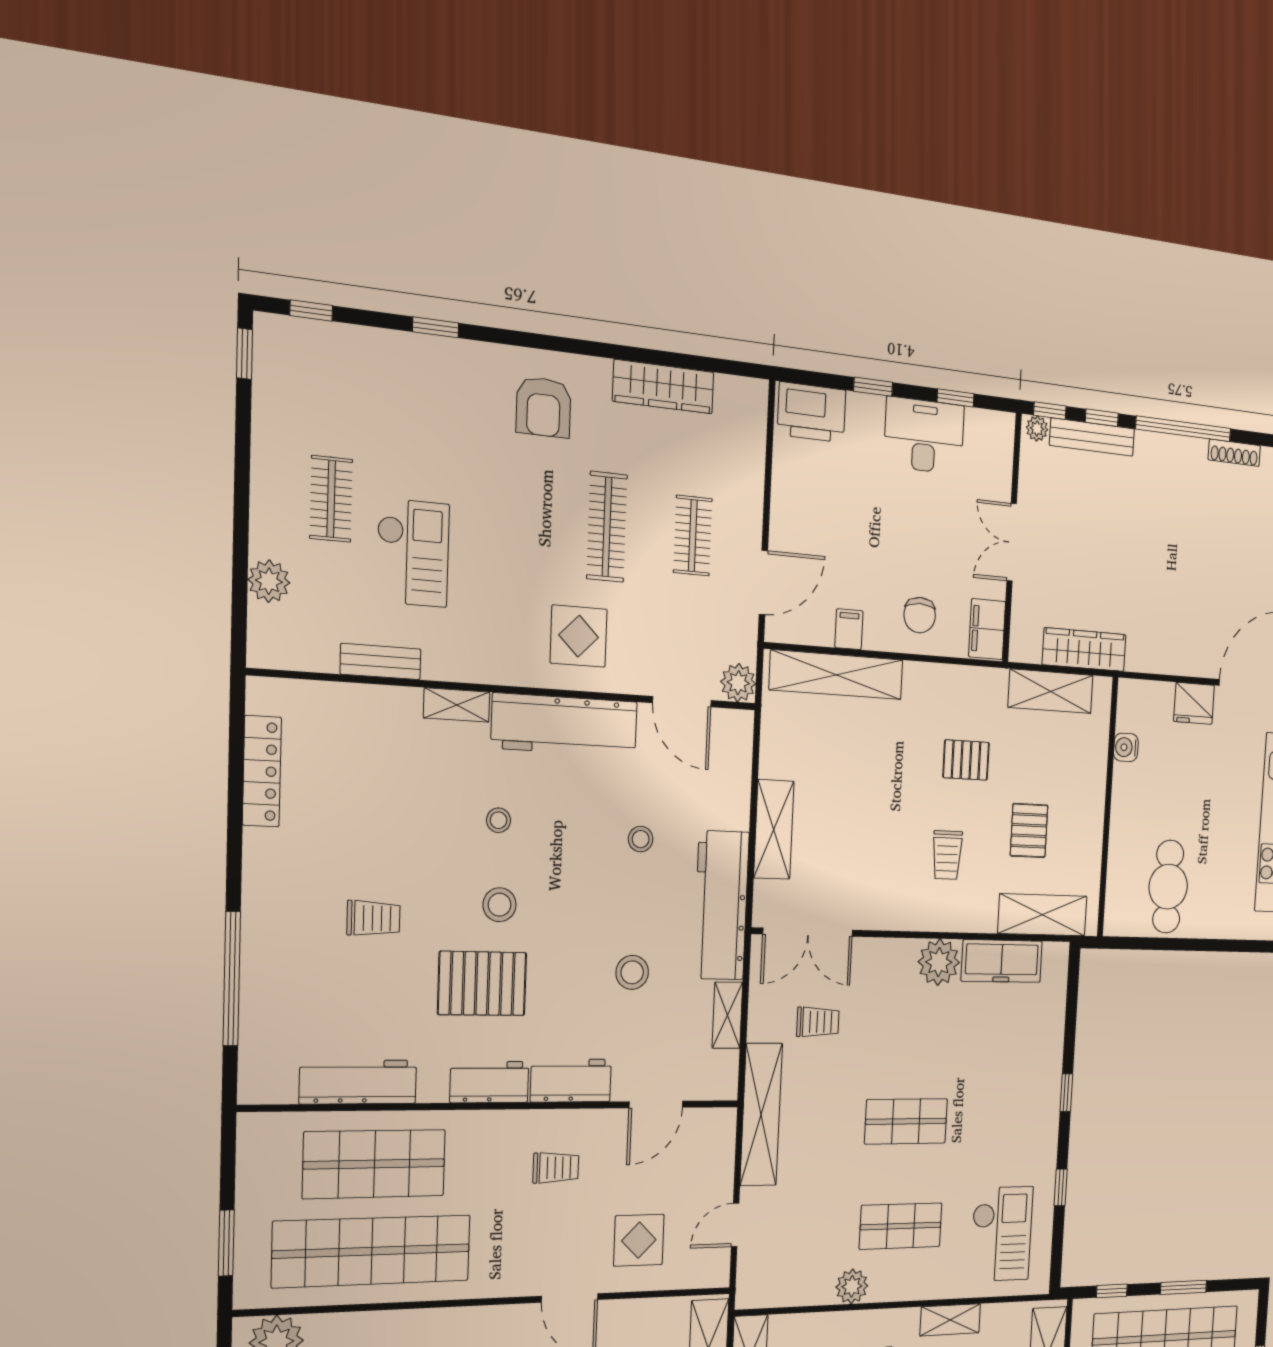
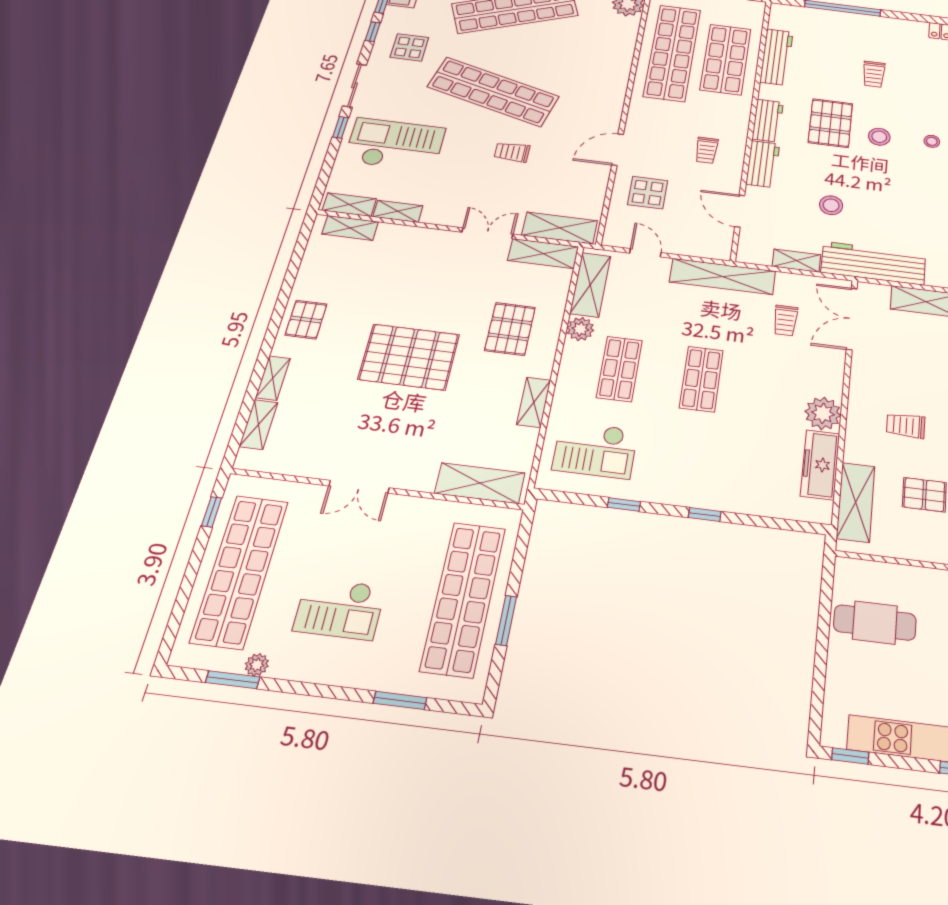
stool: (641, 839) -> (920, 218), removed
shelving: (789, 1288) -> (590, 285), added
window: (1112, 1291) -> (521, 547), removed

